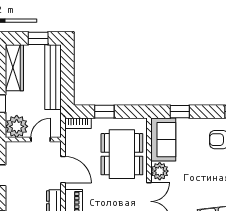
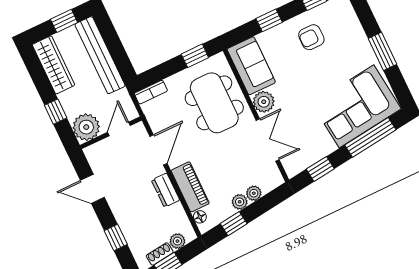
window: (104, 112) -> (195, 56), moved
window: (180, 112) -> (269, 20), moved
door: (63, 170) -> (158, 150), hinge flipped

